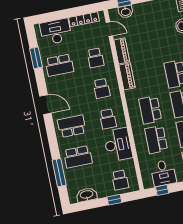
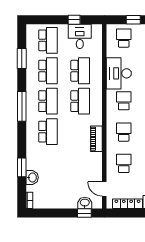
piano: (122, 51) -> (96, 165), removed
window: (162, 190) -> (74, 20), moved

